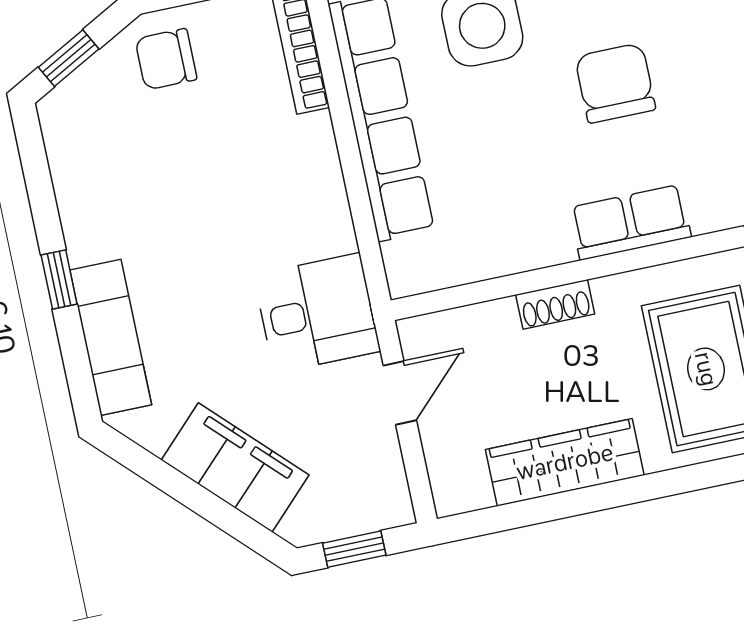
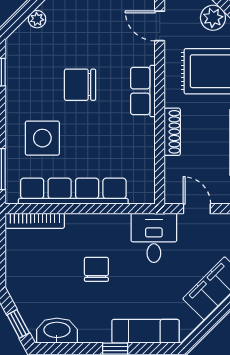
chair: (166, 59) -> (96, 269), moved, turned 180
washbasin: (72, 145) -> (57, 331), added
shoe rack: (555, 304) -> (172, 132), width x1.43

